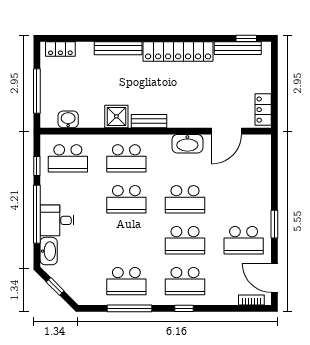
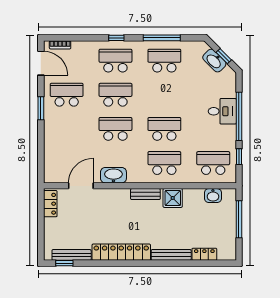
locker: (60, 49) -> (204, 254), moved
washbasin: (49, 251) -> (214, 61), moved, turned -45

